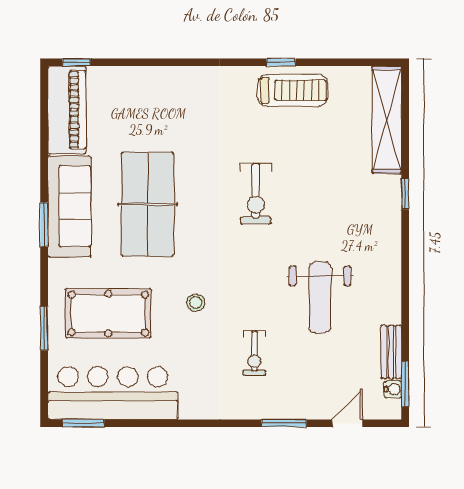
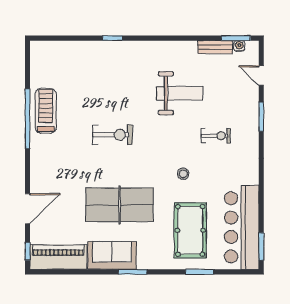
door: (142, 62) -> (28, 209), added
window: (281, 62) -> (28, 119), width x3.17
shelving: (387, 120) -> (65, 50), removed
sofa: (69, 206) -> (112, 256), width x0.73

